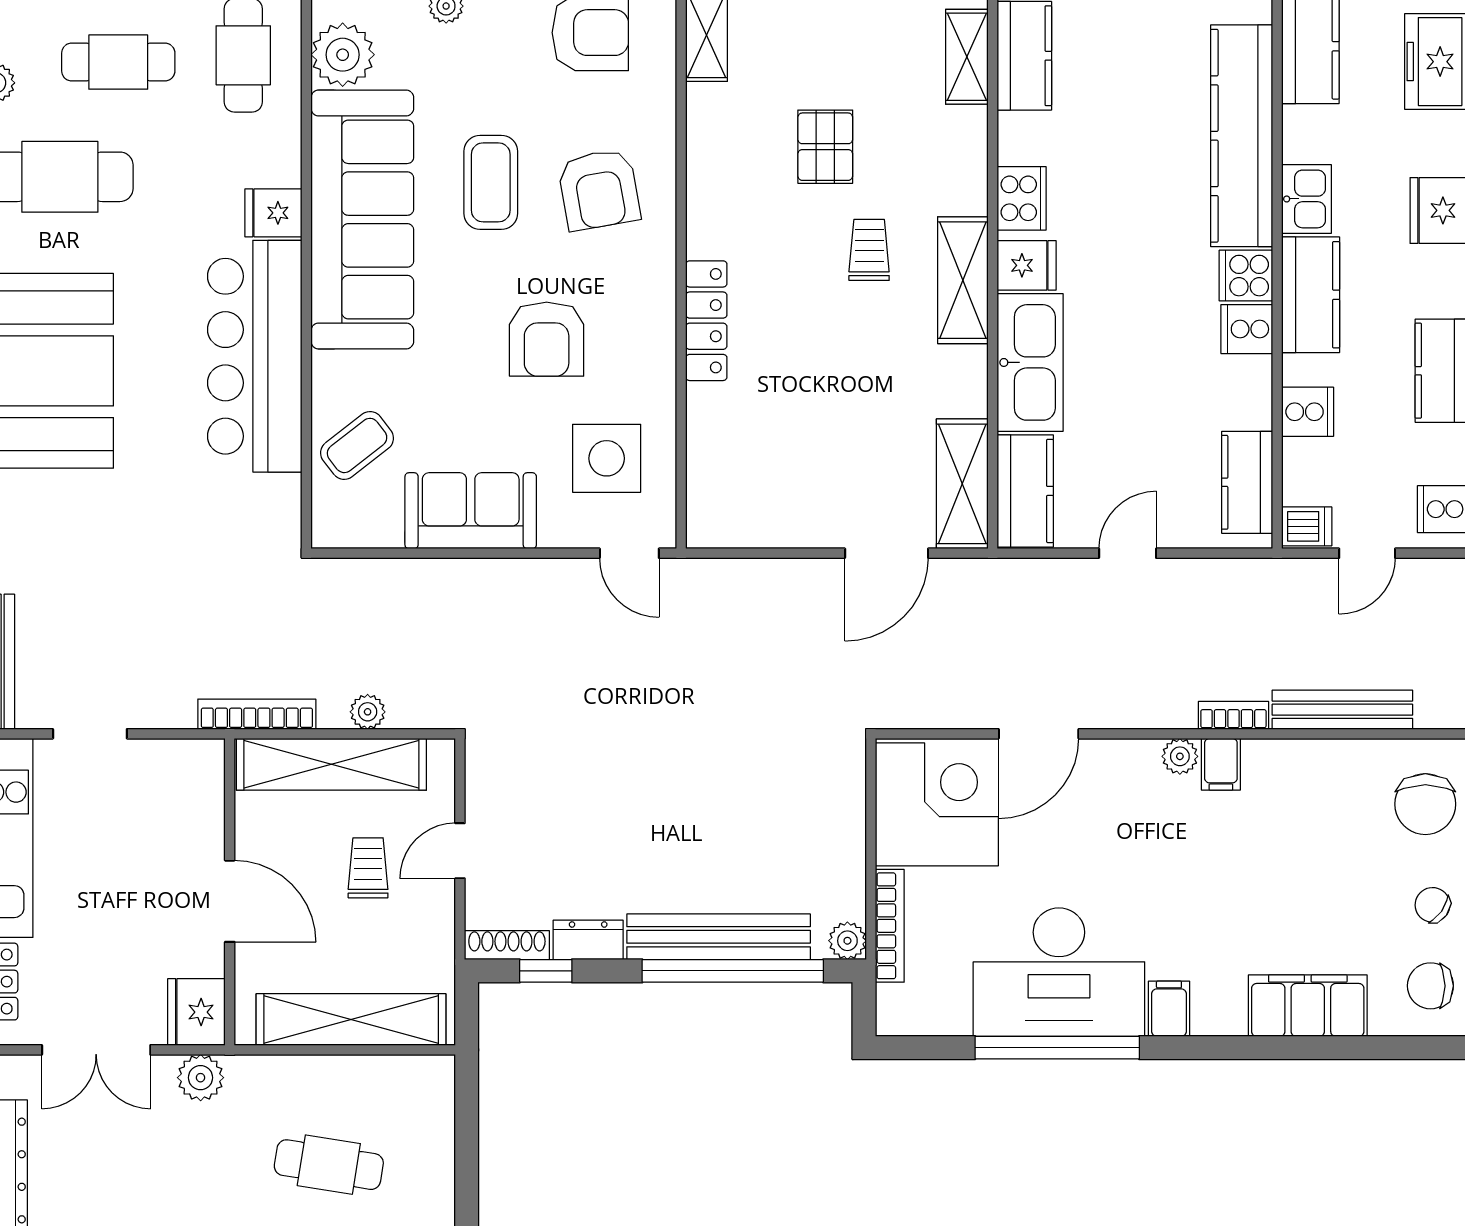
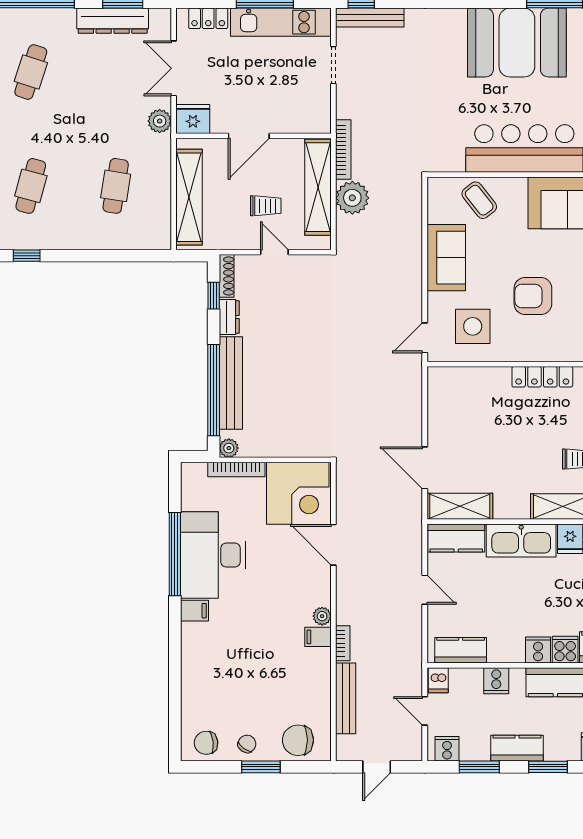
plant: (368, 712) -> (352, 198), width x1.88, depth x1.88
chair: (1430, 986) -> (206, 743), turned -96
filing cabinet: (1308, 1006) -> (196, 681), removed

